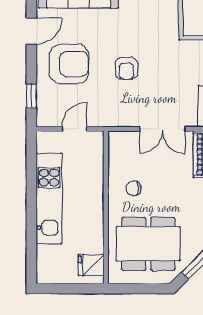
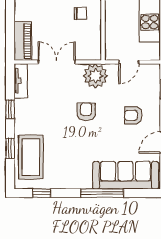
armchair: (69, 64) -> (133, 115), width x0.53, depth x0.53
plant: (115, 112) -> (95, 76), added

